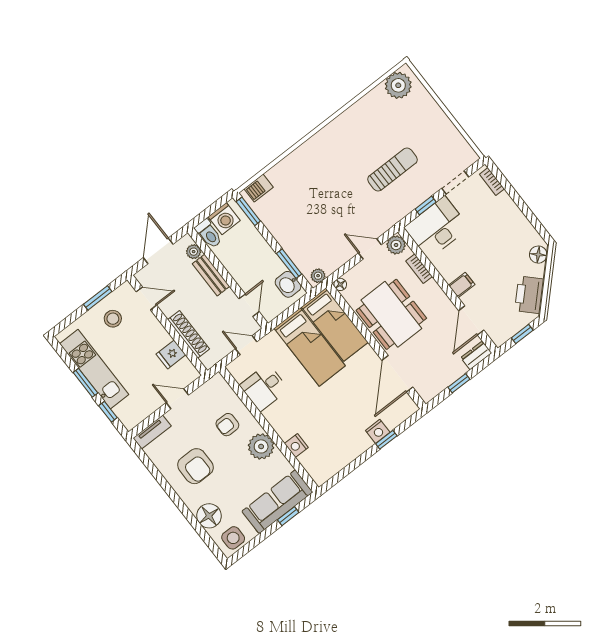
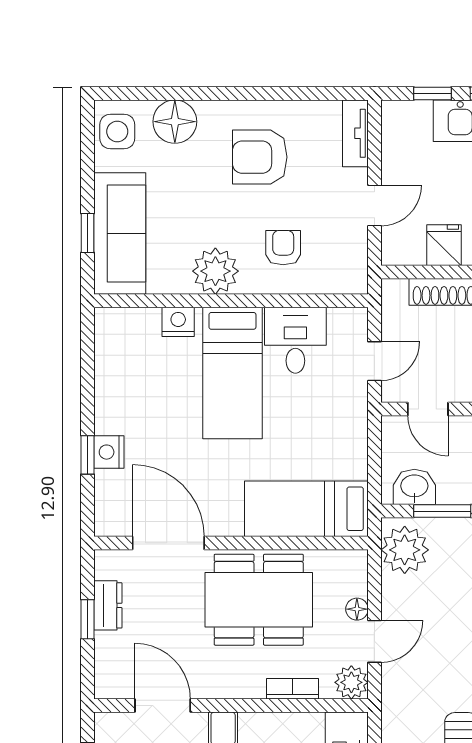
plant: (318, 276) -> (405, 550), width x1.87, depth x1.87
floor lamp: (340, 284) -> (357, 609), moved
bed: (310, 347) -> (232, 373), moved, turned -90
dresser: (476, 355) -> (108, 605), moved

